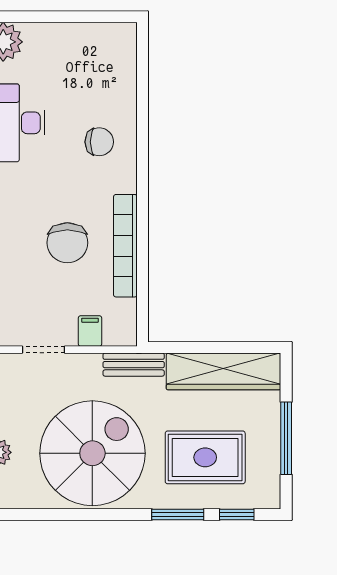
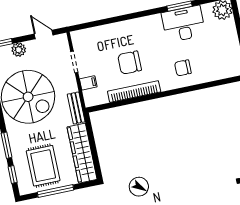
chair: (99, 142) -> (183, 68), turned 90
rug: (205, 457) -> (43, 166), moved

